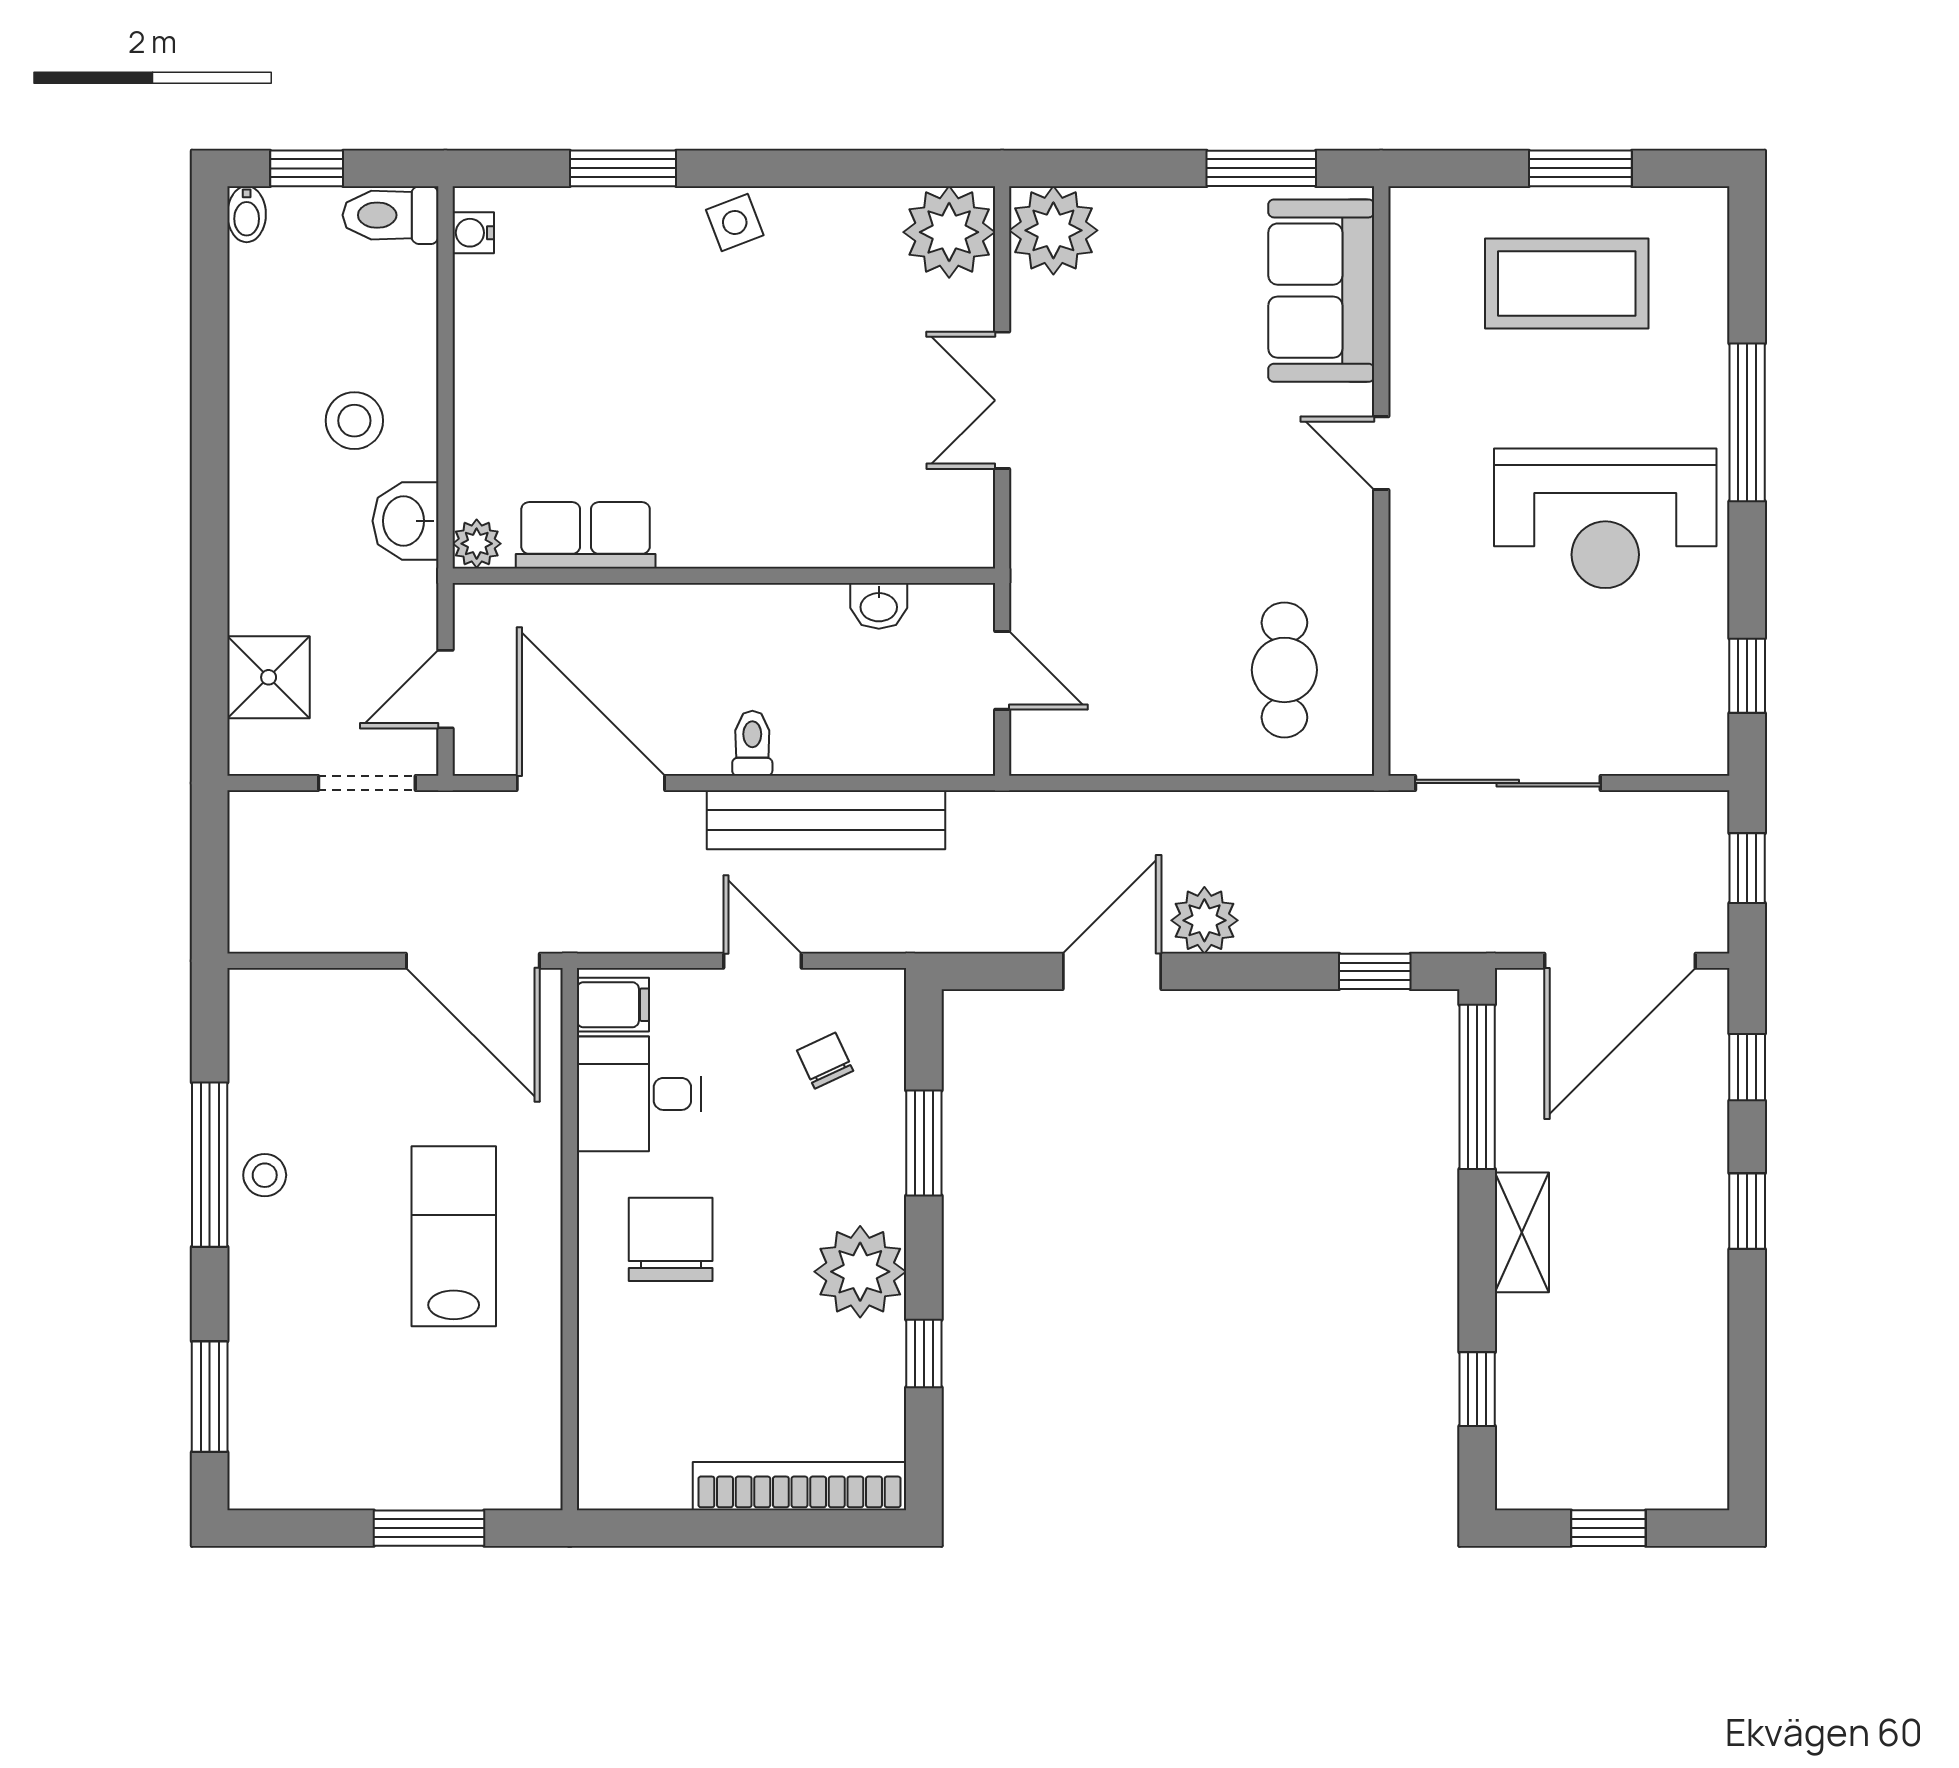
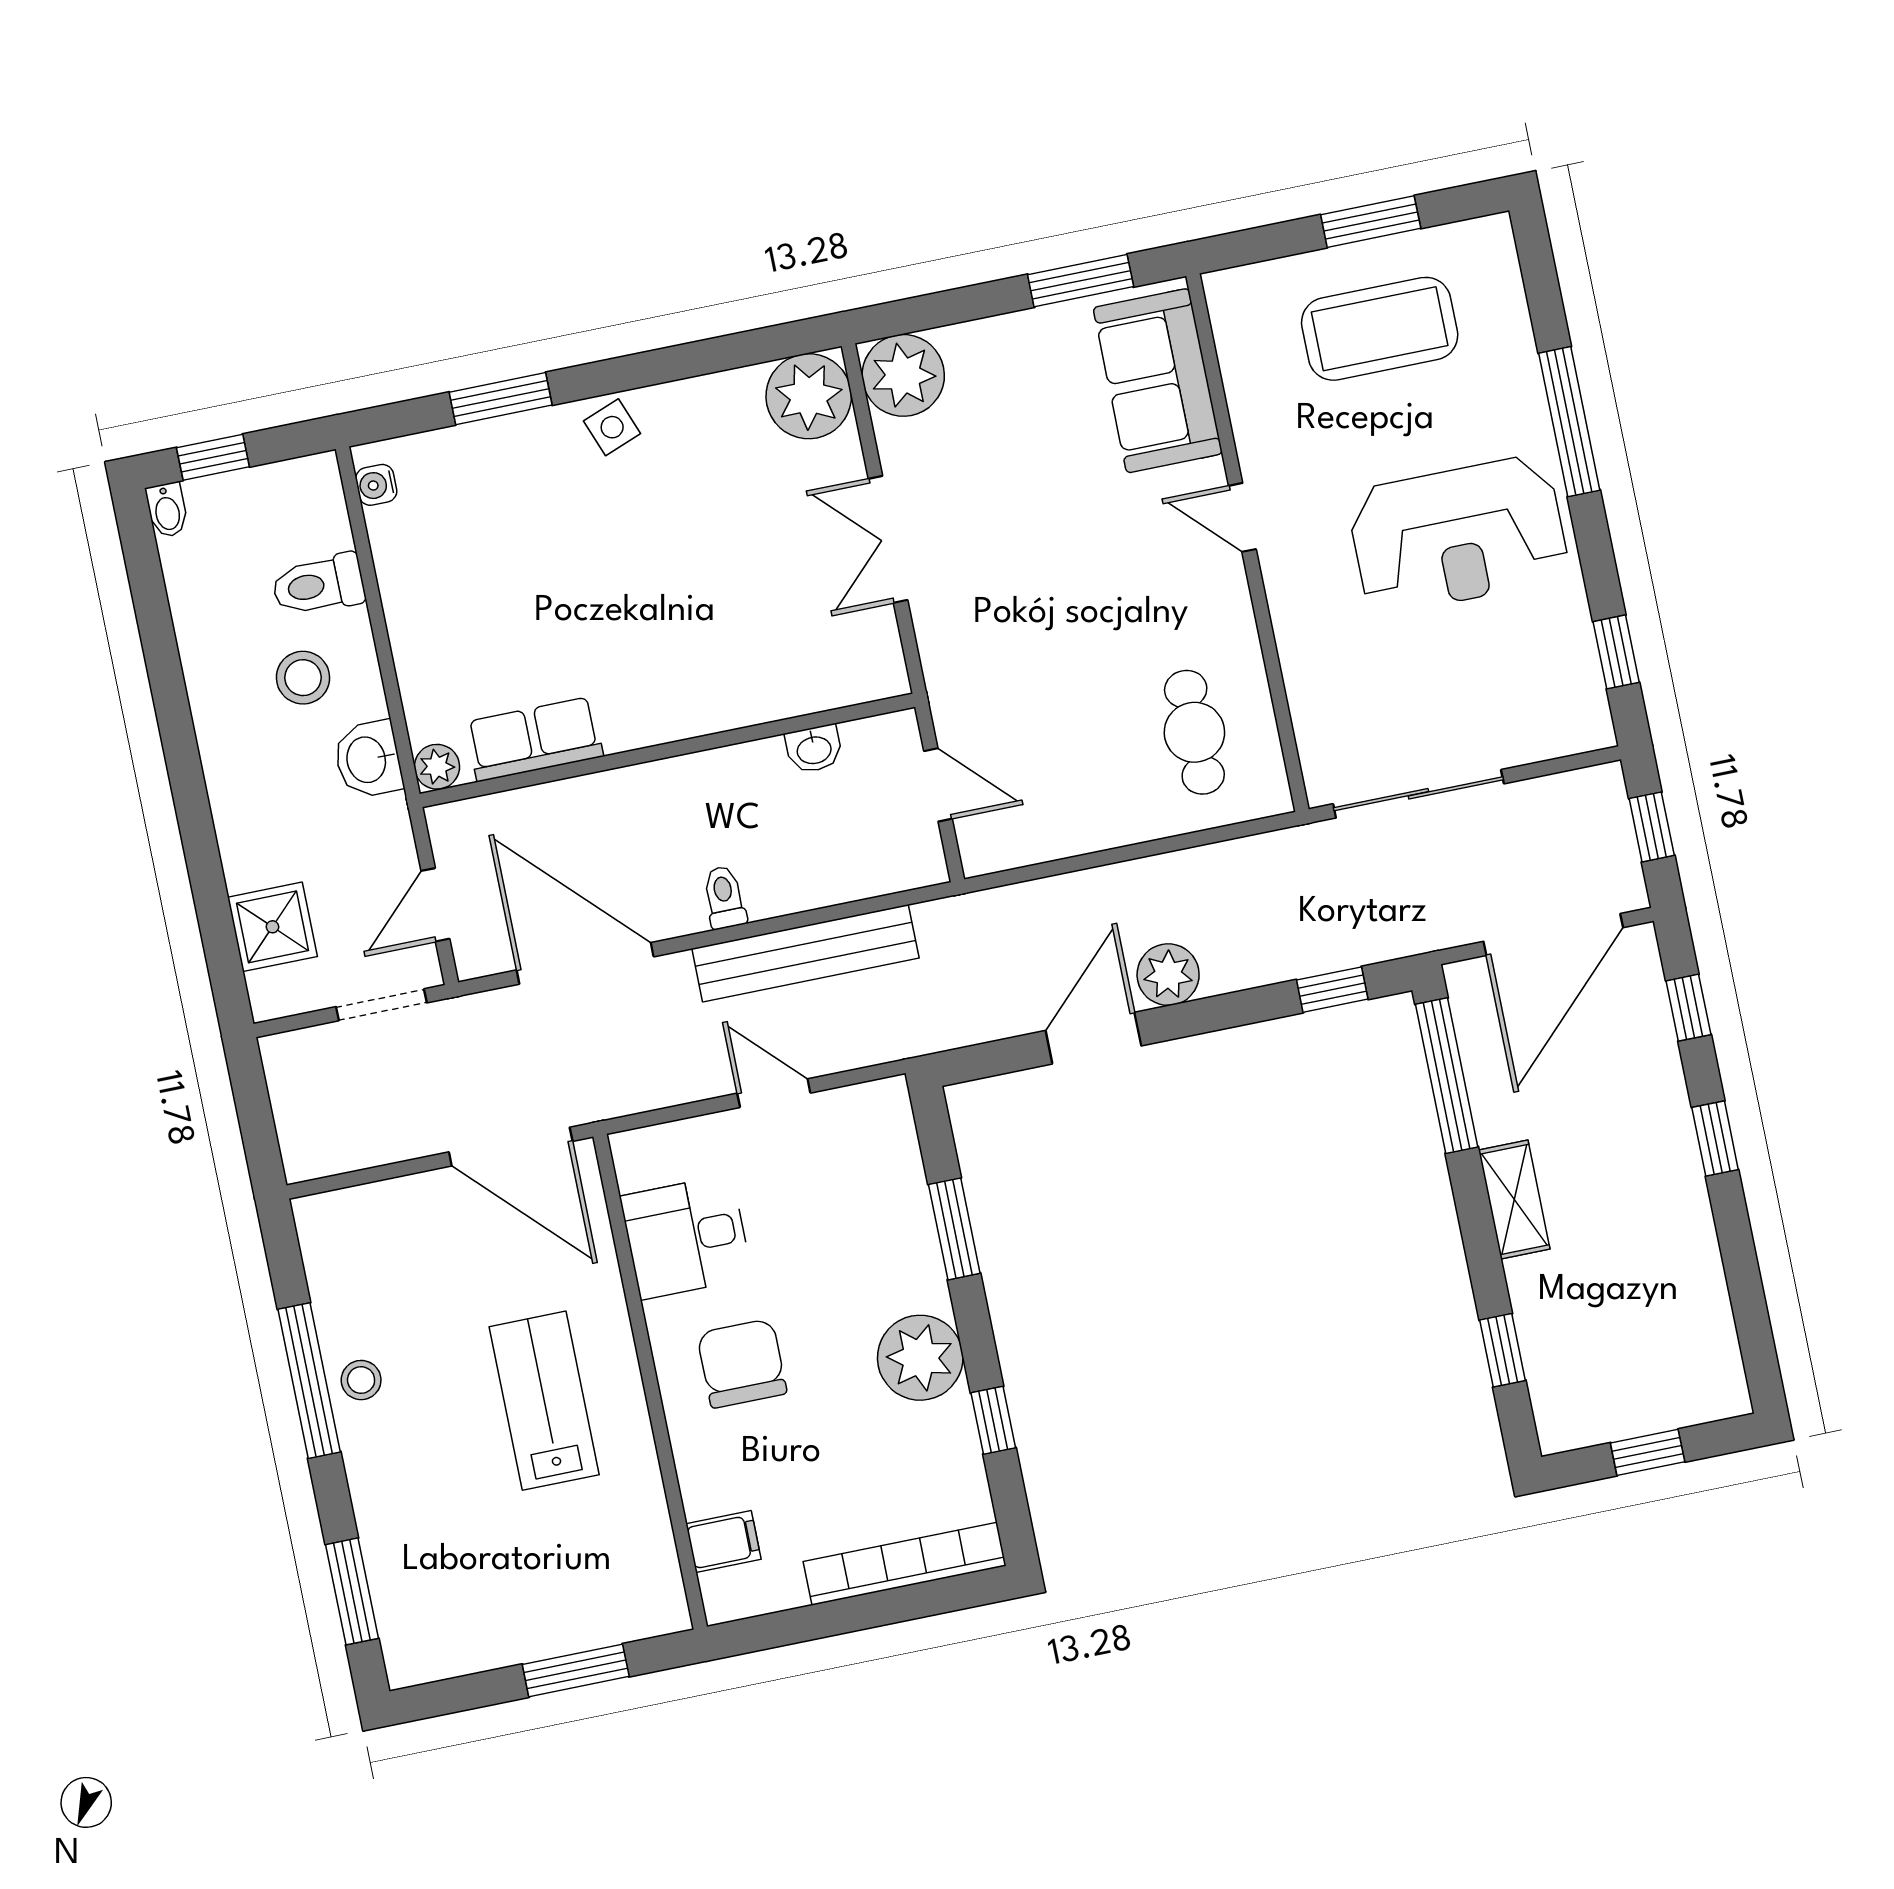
toilet: (391, 215) -> (318, 585), moved
filing cabinet: (613, 1005) -> (723, 1542), moved
chair: (825, 1061) -> (849, 1172), removed

